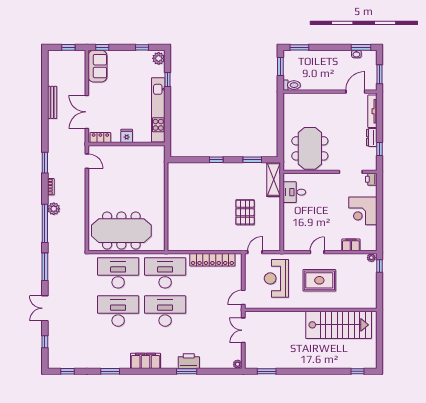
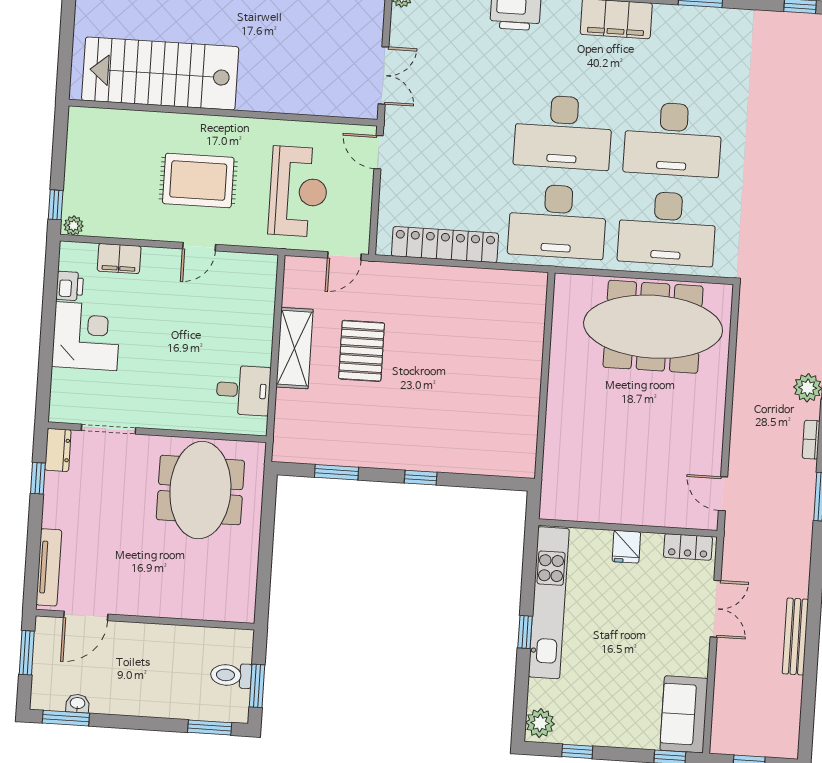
window: (168, 80) -> (525, 632), moved
toilet: (292, 85) -> (231, 675), moved
double door: (87, 112) -> (715, 609), width x0.73
dresser: (372, 137) -> (58, 450), moved
printer: (371, 179) -> (70, 286), moved
shelving: (274, 180) -> (295, 348), moved
door: (243, 297) -> (379, 152), swing flipped

